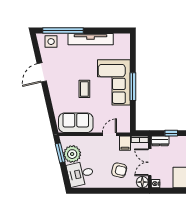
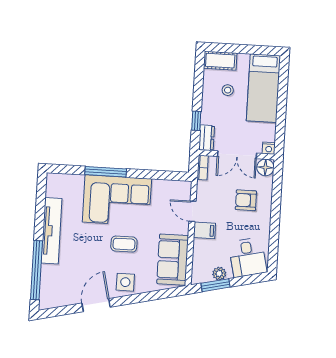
side table: (51, 42) -> (125, 282), moved
door: (42, 72) -> (96, 305), swing flipped
window: (133, 87) -> (106, 172), moved
filing cabinet: (125, 143) -> (204, 230), moved
plant: (72, 154) -> (219, 274), width x0.53, depth x0.53
armchair: (119, 170) -> (246, 200), turned -104

